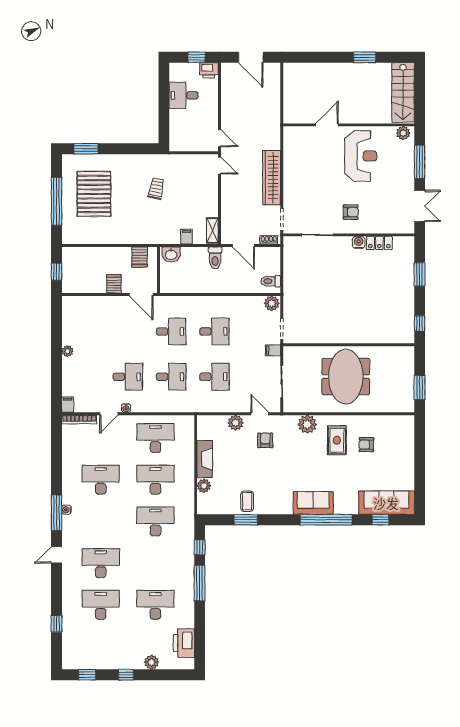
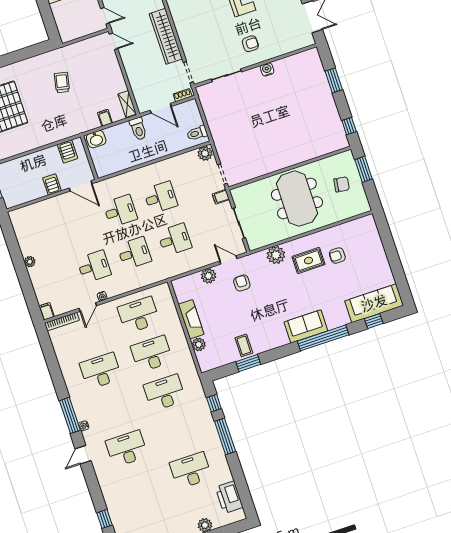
locker: (379, 243) -> (286, 64), removed
chair: (394, 377) -> (342, 184), added
window: (420, 387) -> (364, 169), moved
rug: (337, 440) -> (308, 261), turned 90
water cooler: (66, 510) -> (84, 426), moved
desk: (101, 605) -> (140, 487), removed

